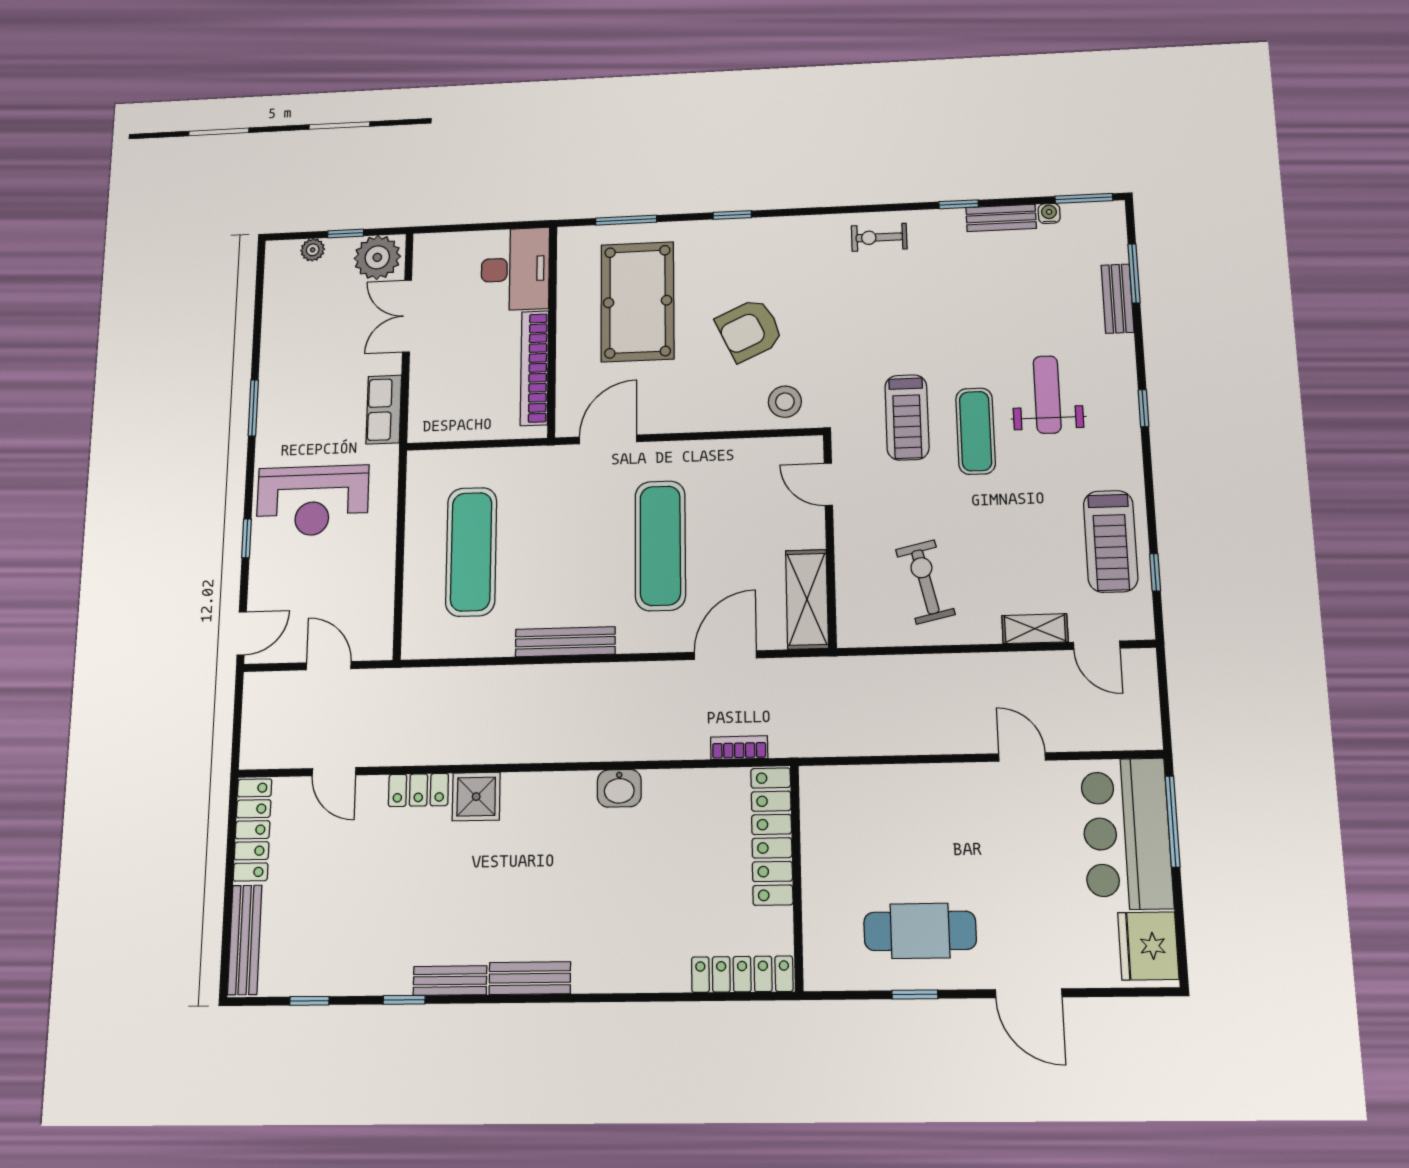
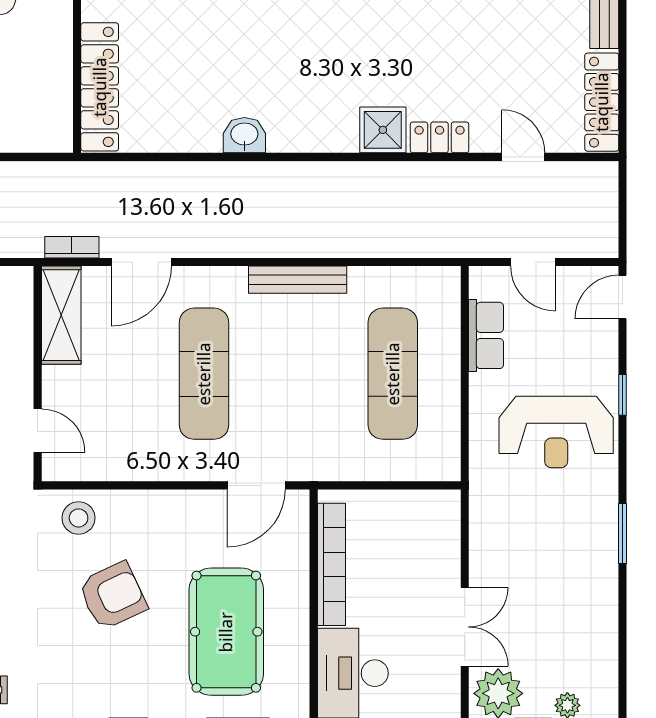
row of seats: (384, 410) -> (486, 335), moved
reception desk: (313, 501) -> (556, 432), turned 180
bookcase: (739, 748) -> (72, 247), moved, turned 180

